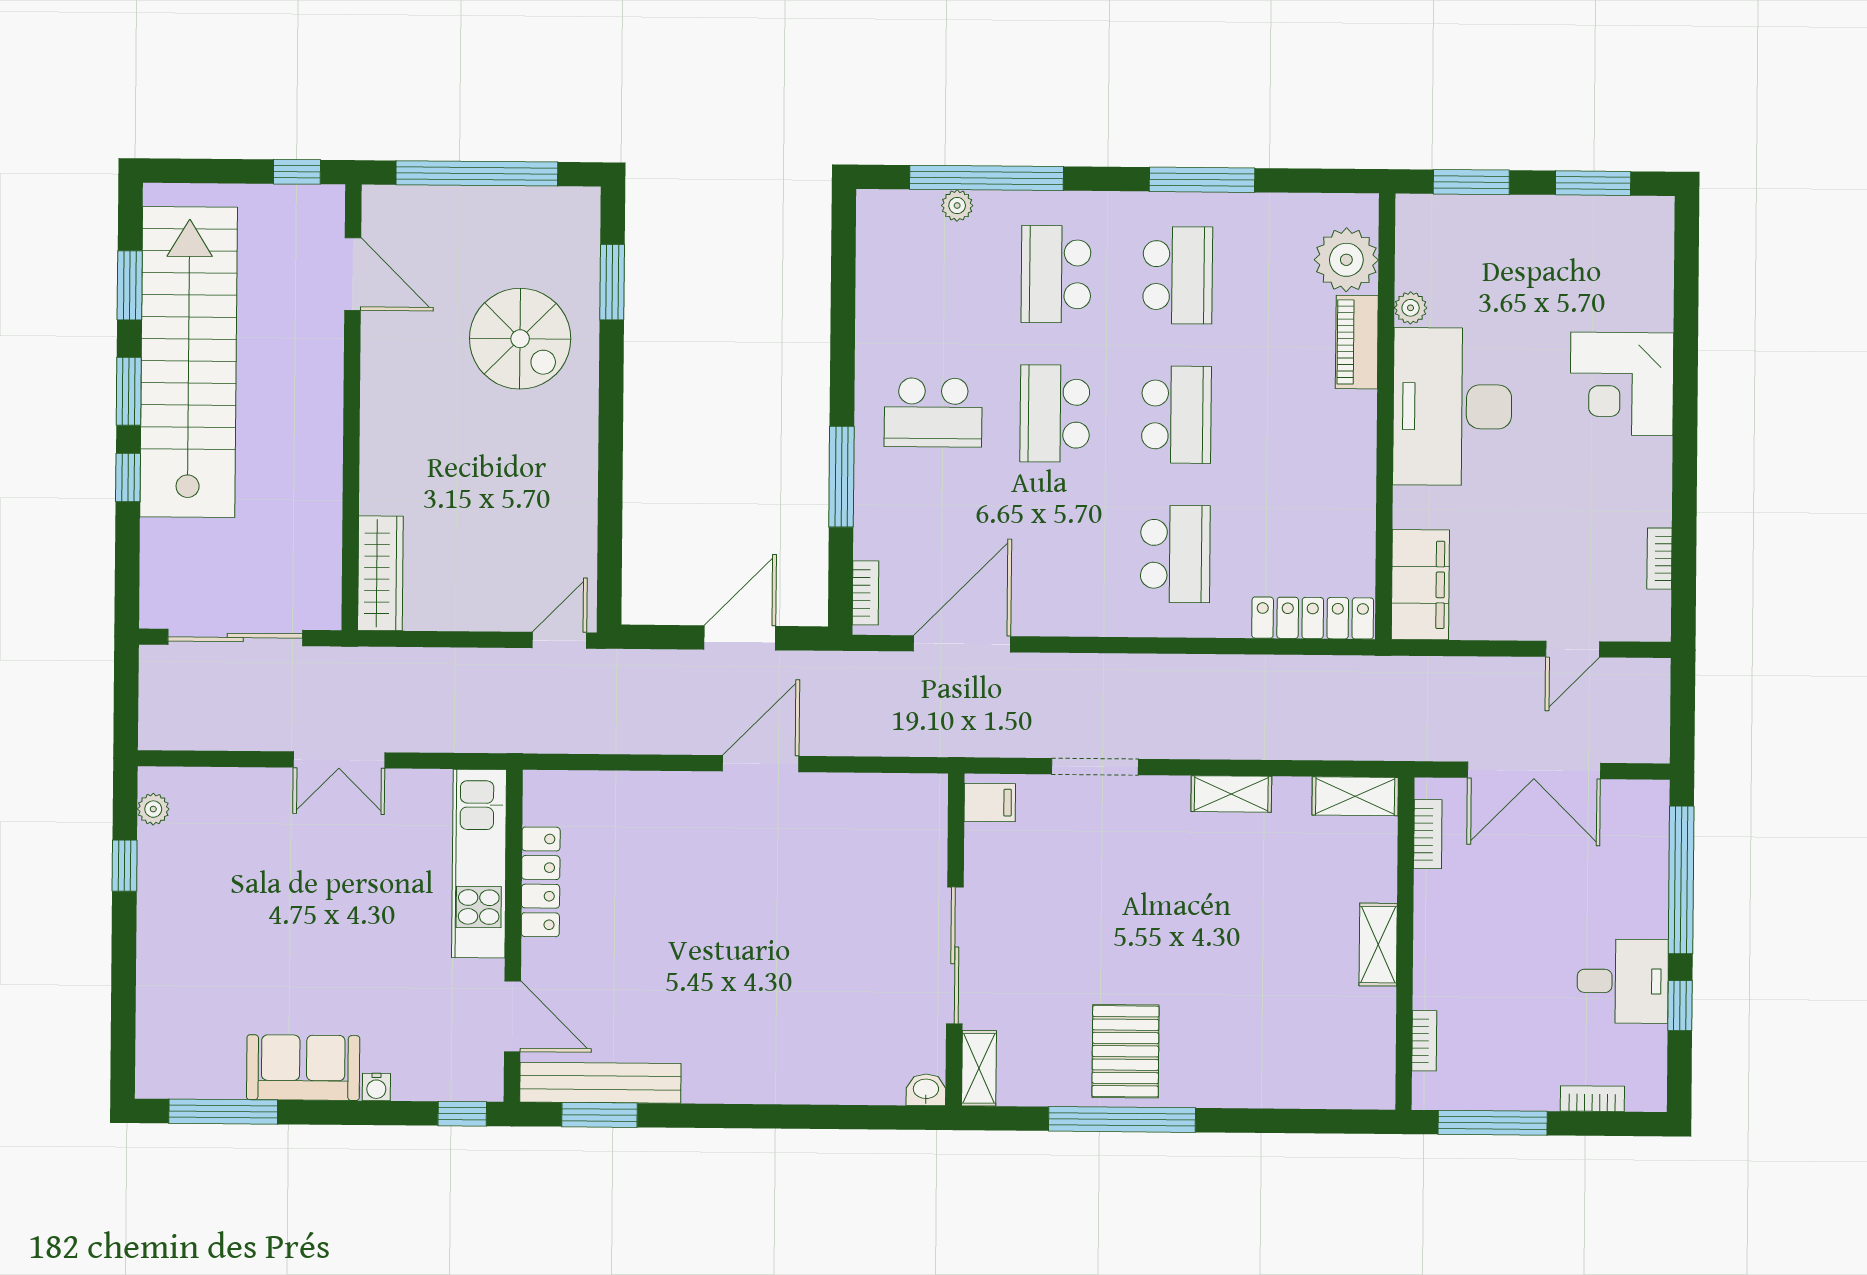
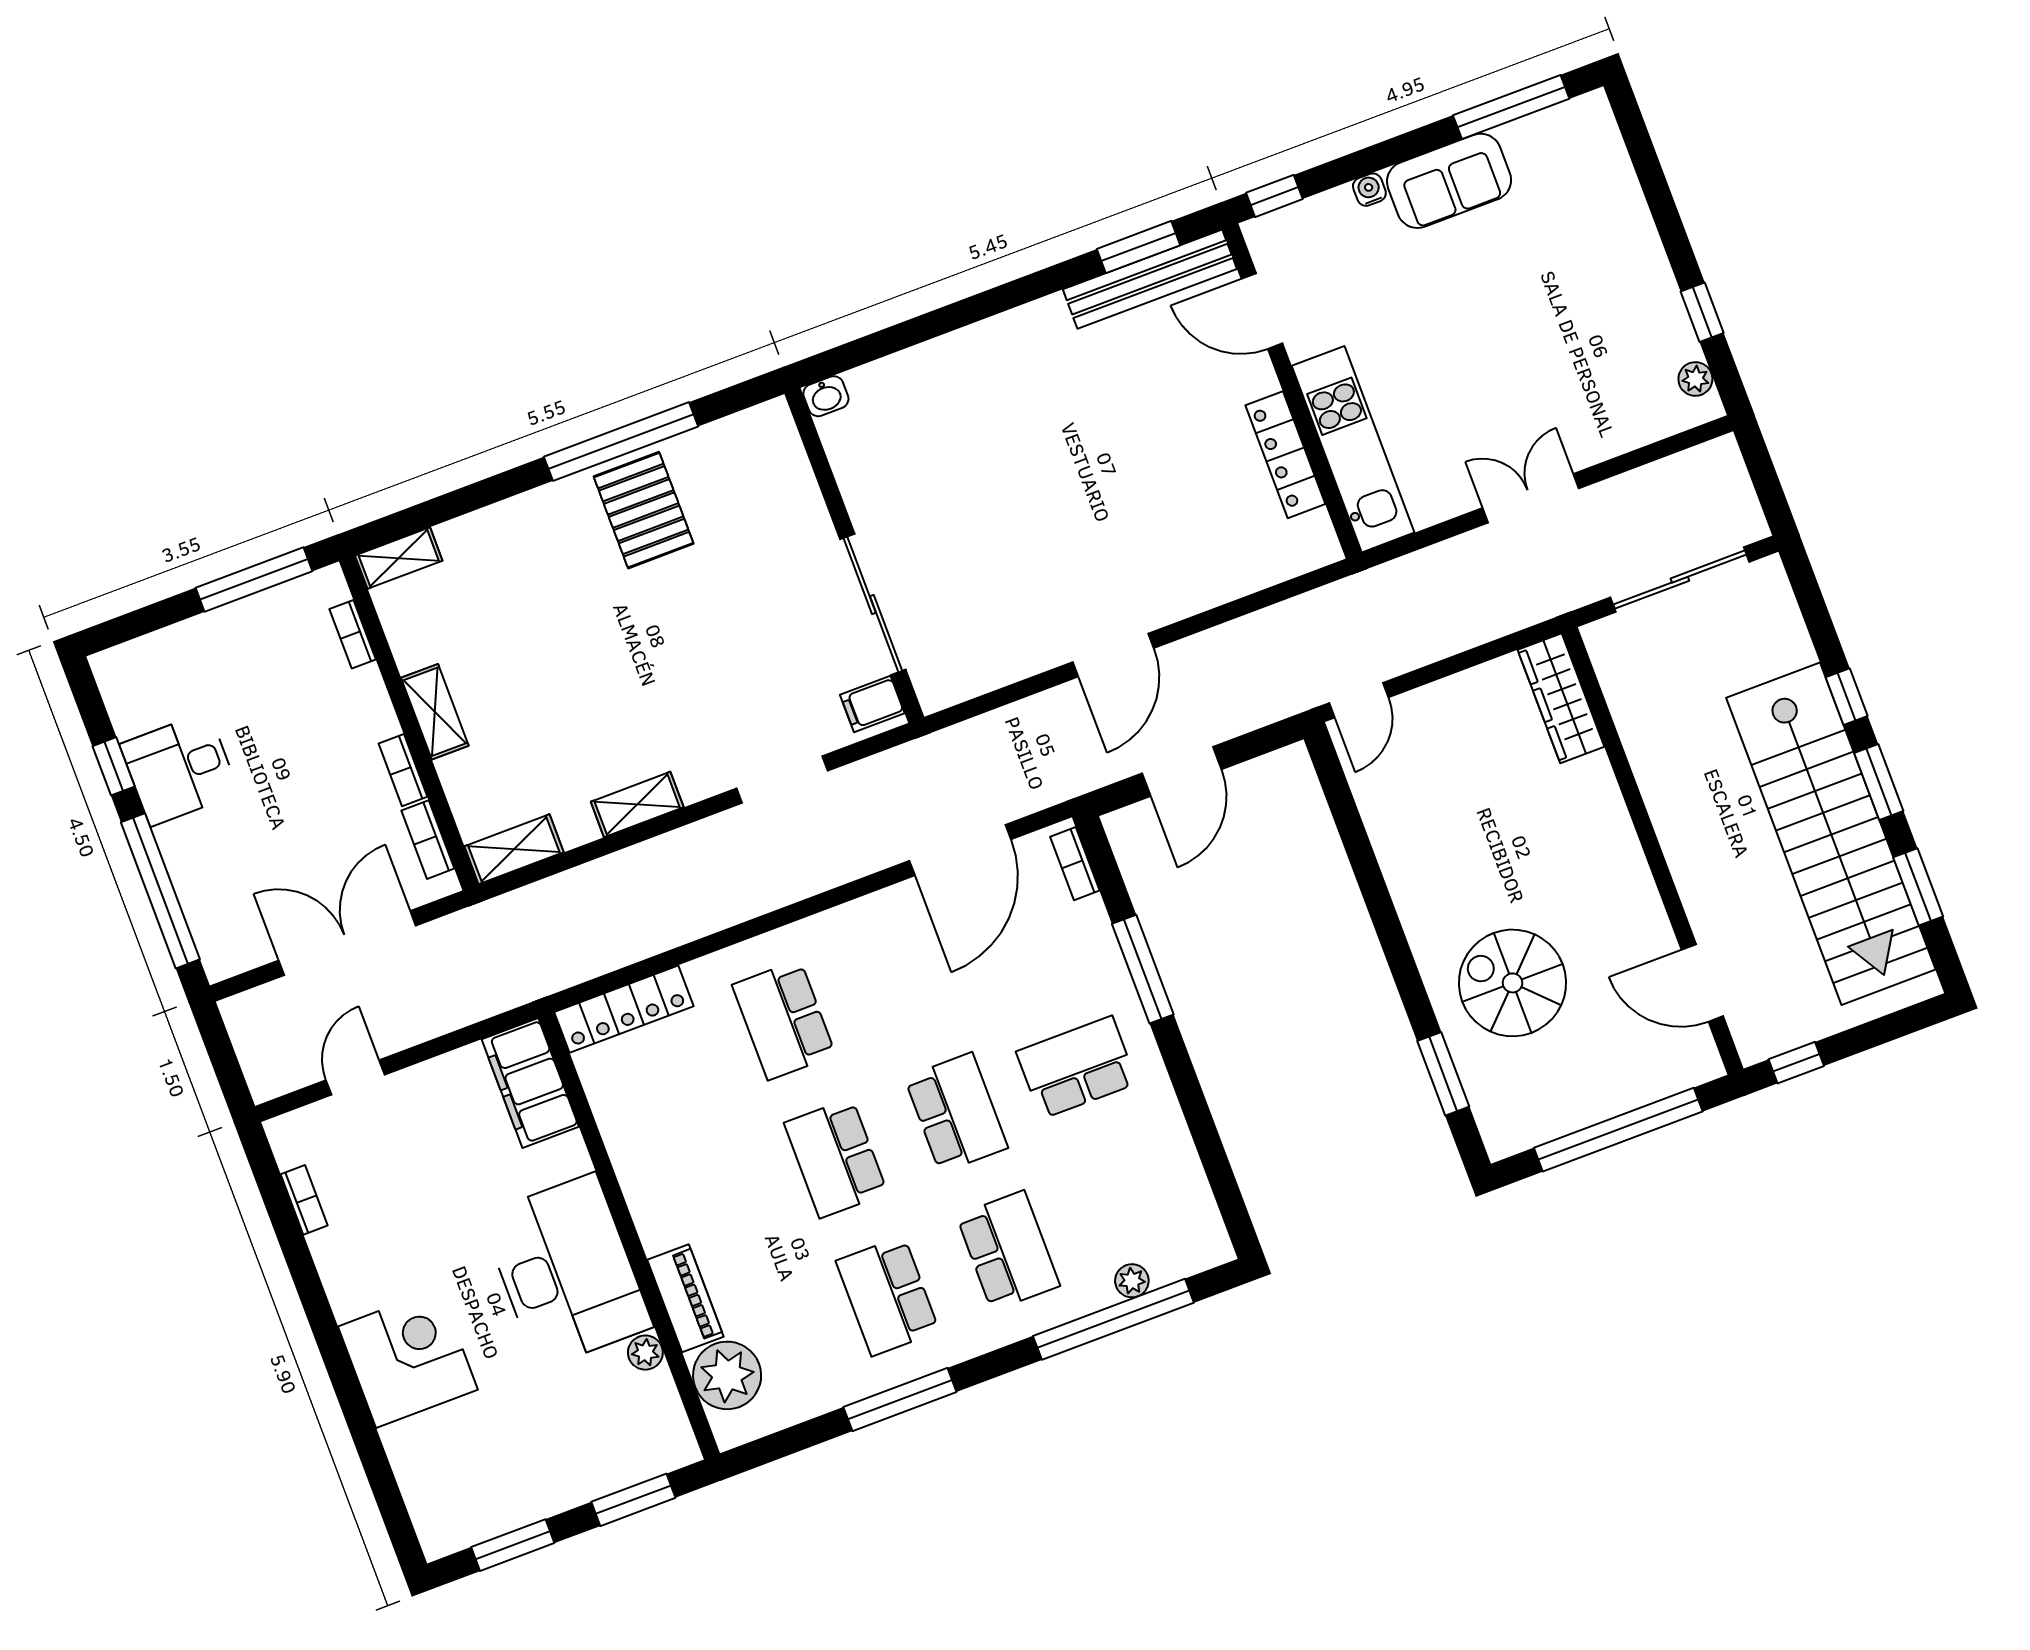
sliding door: (955, 955) -> (873, 605), moved
shelving: (979, 1068) -> (399, 558), moved, turned 90
bookcase: (1592, 1099) -> (403, 770), moved, turned 90

